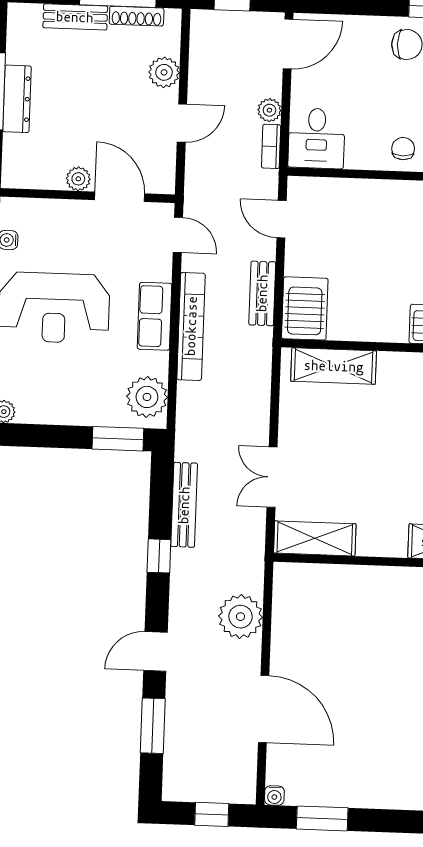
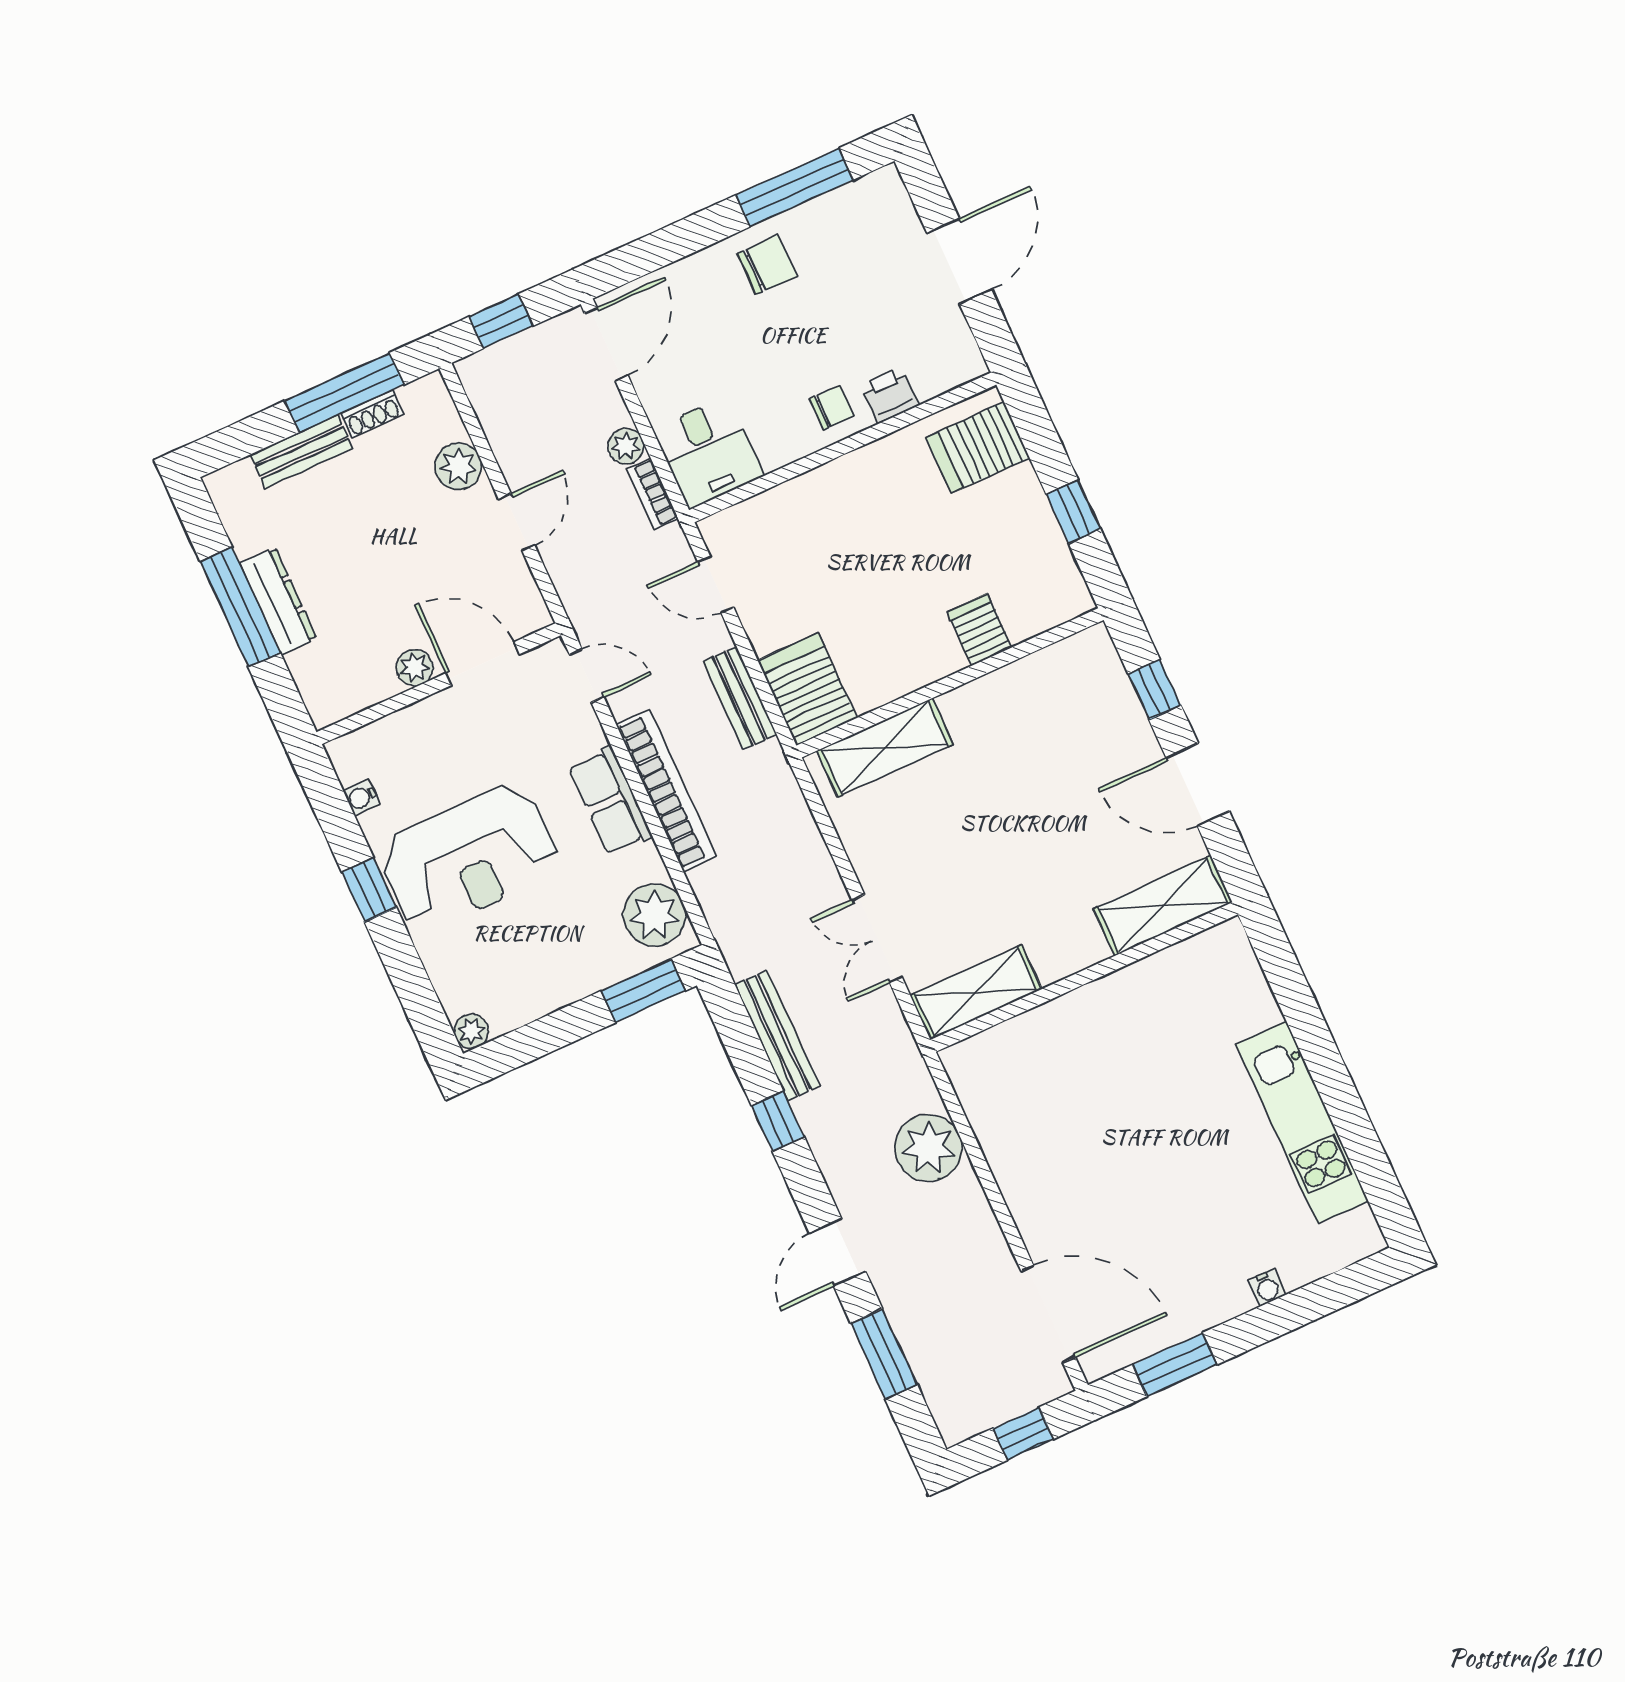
shoe rack: (137, 16) -> (372, 414), width x0.70
chair: (403, 149) -> (832, 408), turned 90
door: (264, 709) -> (1048, 1314), moved
water cooler: (274, 795) -> (1267, 1287), moved

